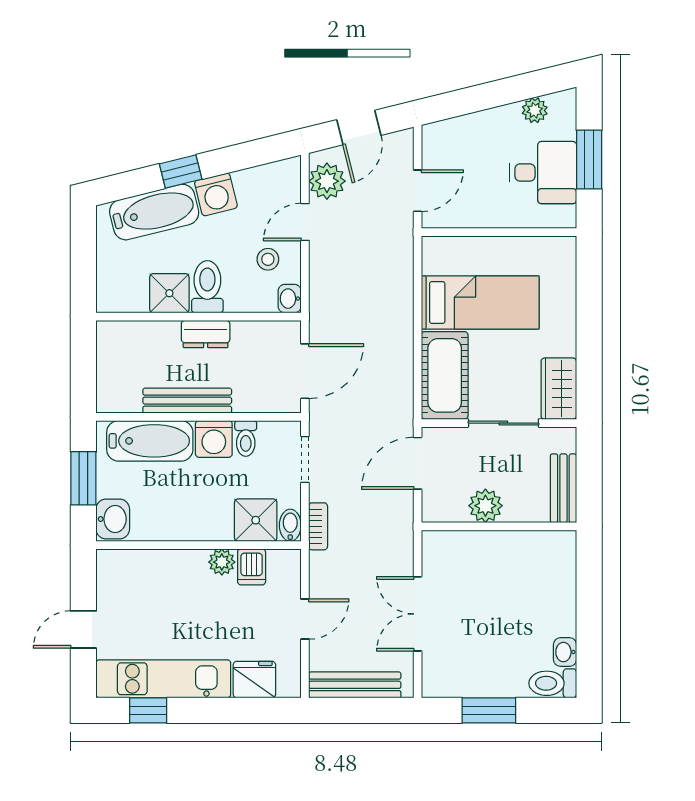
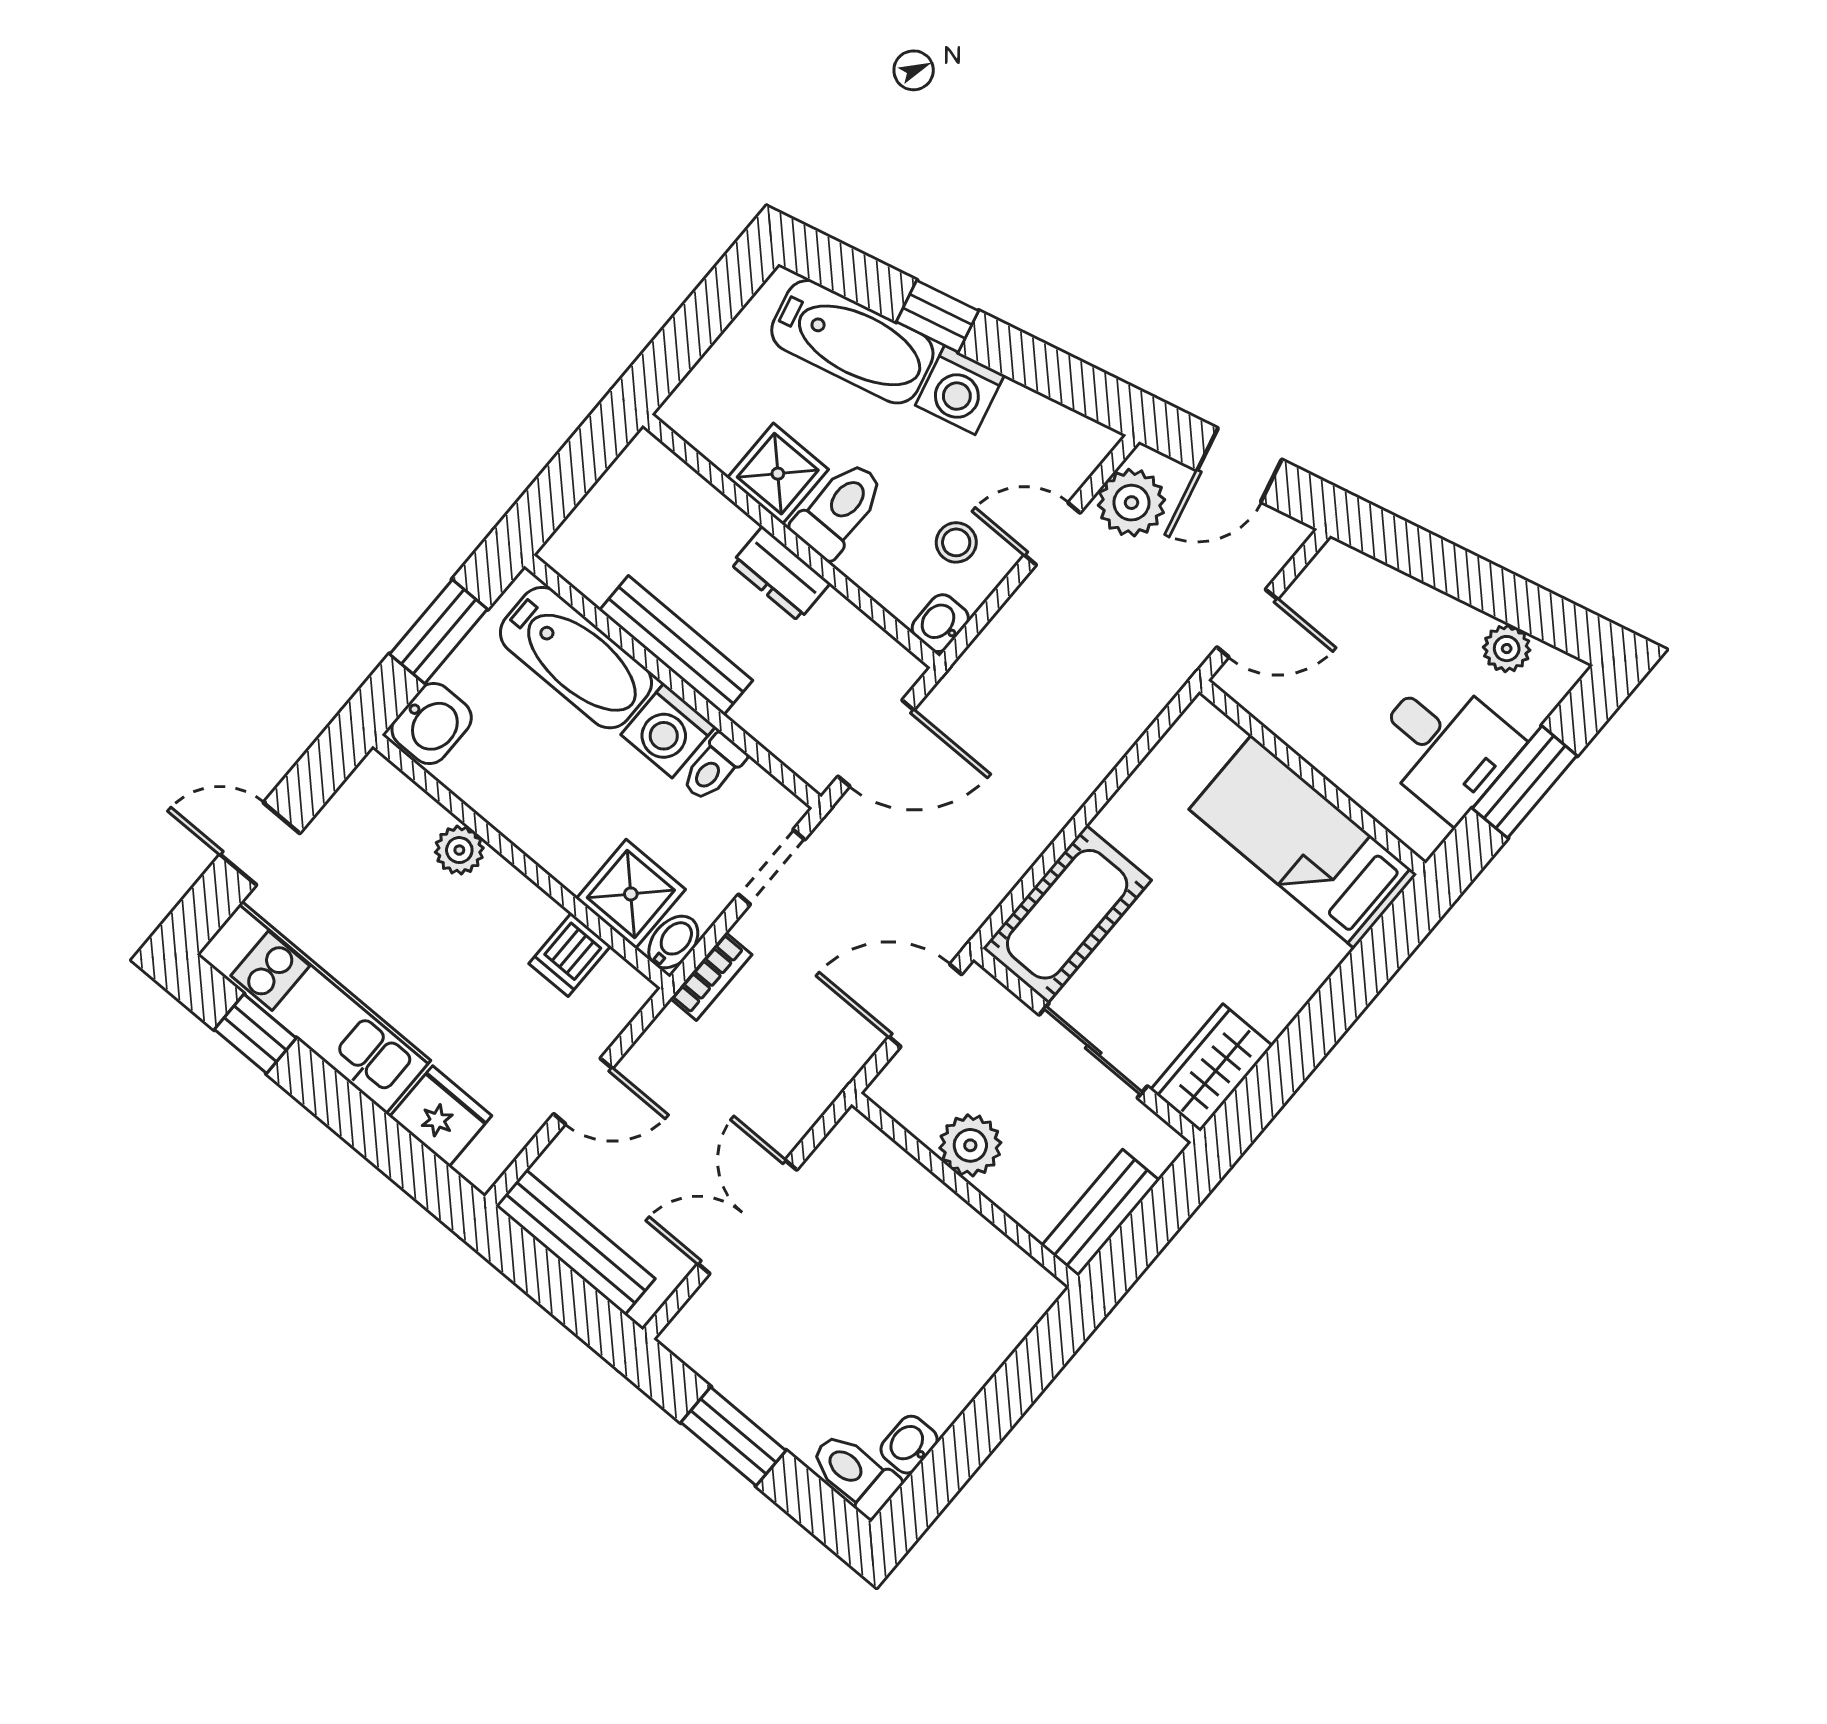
bed: (480, 303) -> (1303, 842), moved, turned 180
plant: (222, 562) -> (459, 850), moved

